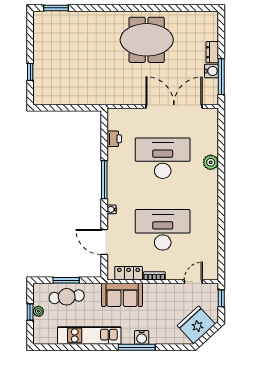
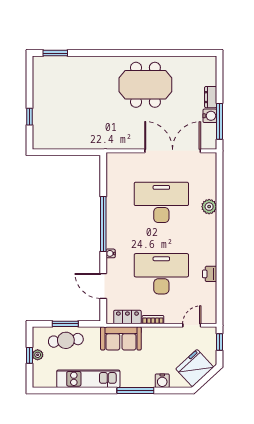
printer: (114, 139) -> (210, 274), moved, turned 180
window: (104, 180) -> (103, 224), width x1.46
water cooler: (142, 337) -> (162, 381), moved

